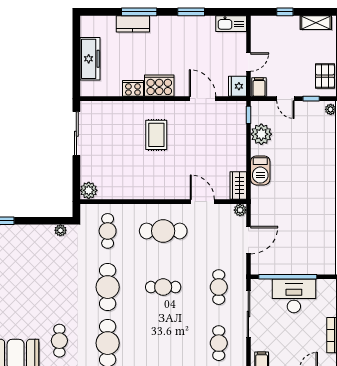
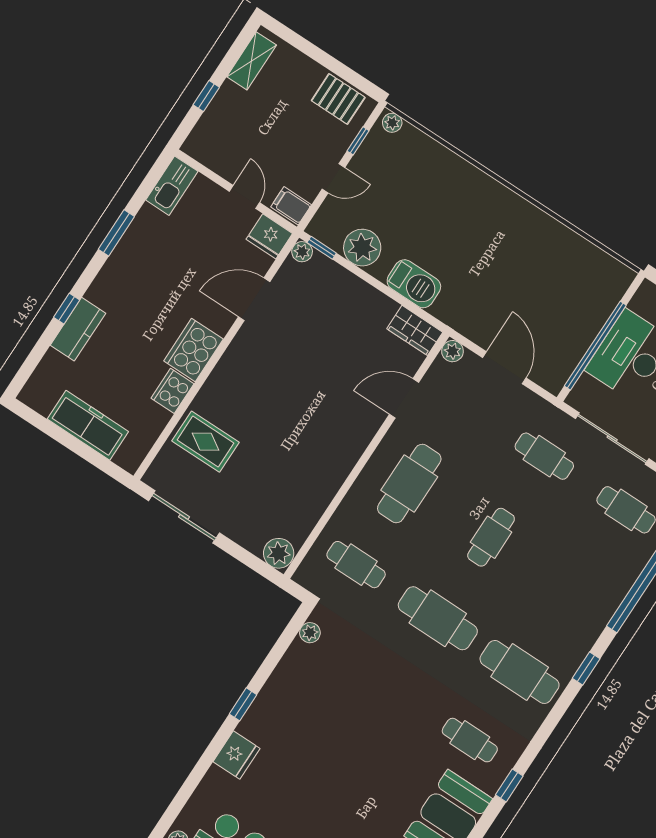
window: (139, 12) -> (67, 309), width x0.46
plant: (240, 107) -> (302, 252), added
rug: (156, 135) -> (205, 442), moved

